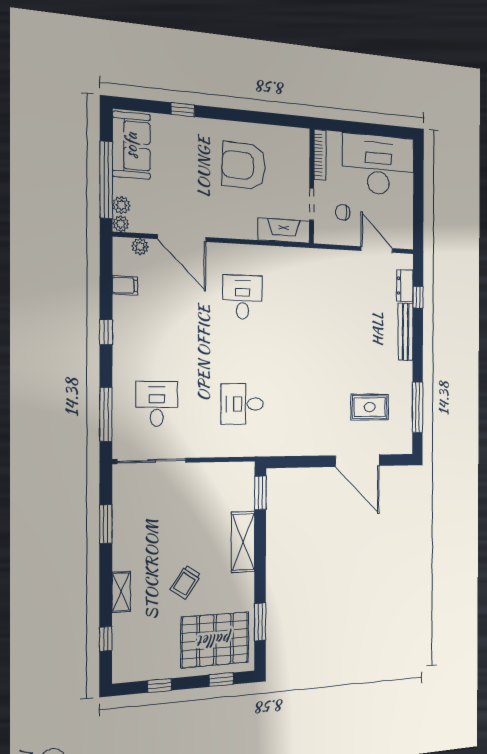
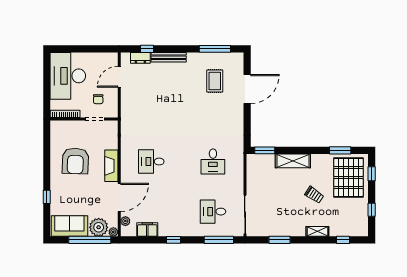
plant: (121, 205) -> (99, 227), width x1.87, depth x1.87
fireplace: (284, 231) -> (111, 166), moved
filing cabinet: (125, 285) -> (147, 230), width x2.00

